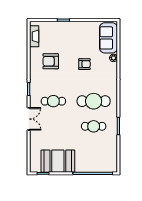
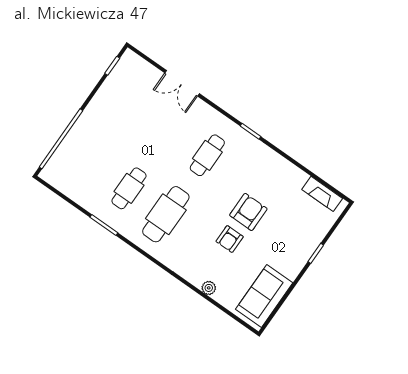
sofa: (109, 38) -> (264, 296), moved, turned -90
armchair: (51, 61) -> (248, 212), moved
double door: (29, 119) -> (182, 83), moved
booth: (58, 161) -> (115, 100), removed

